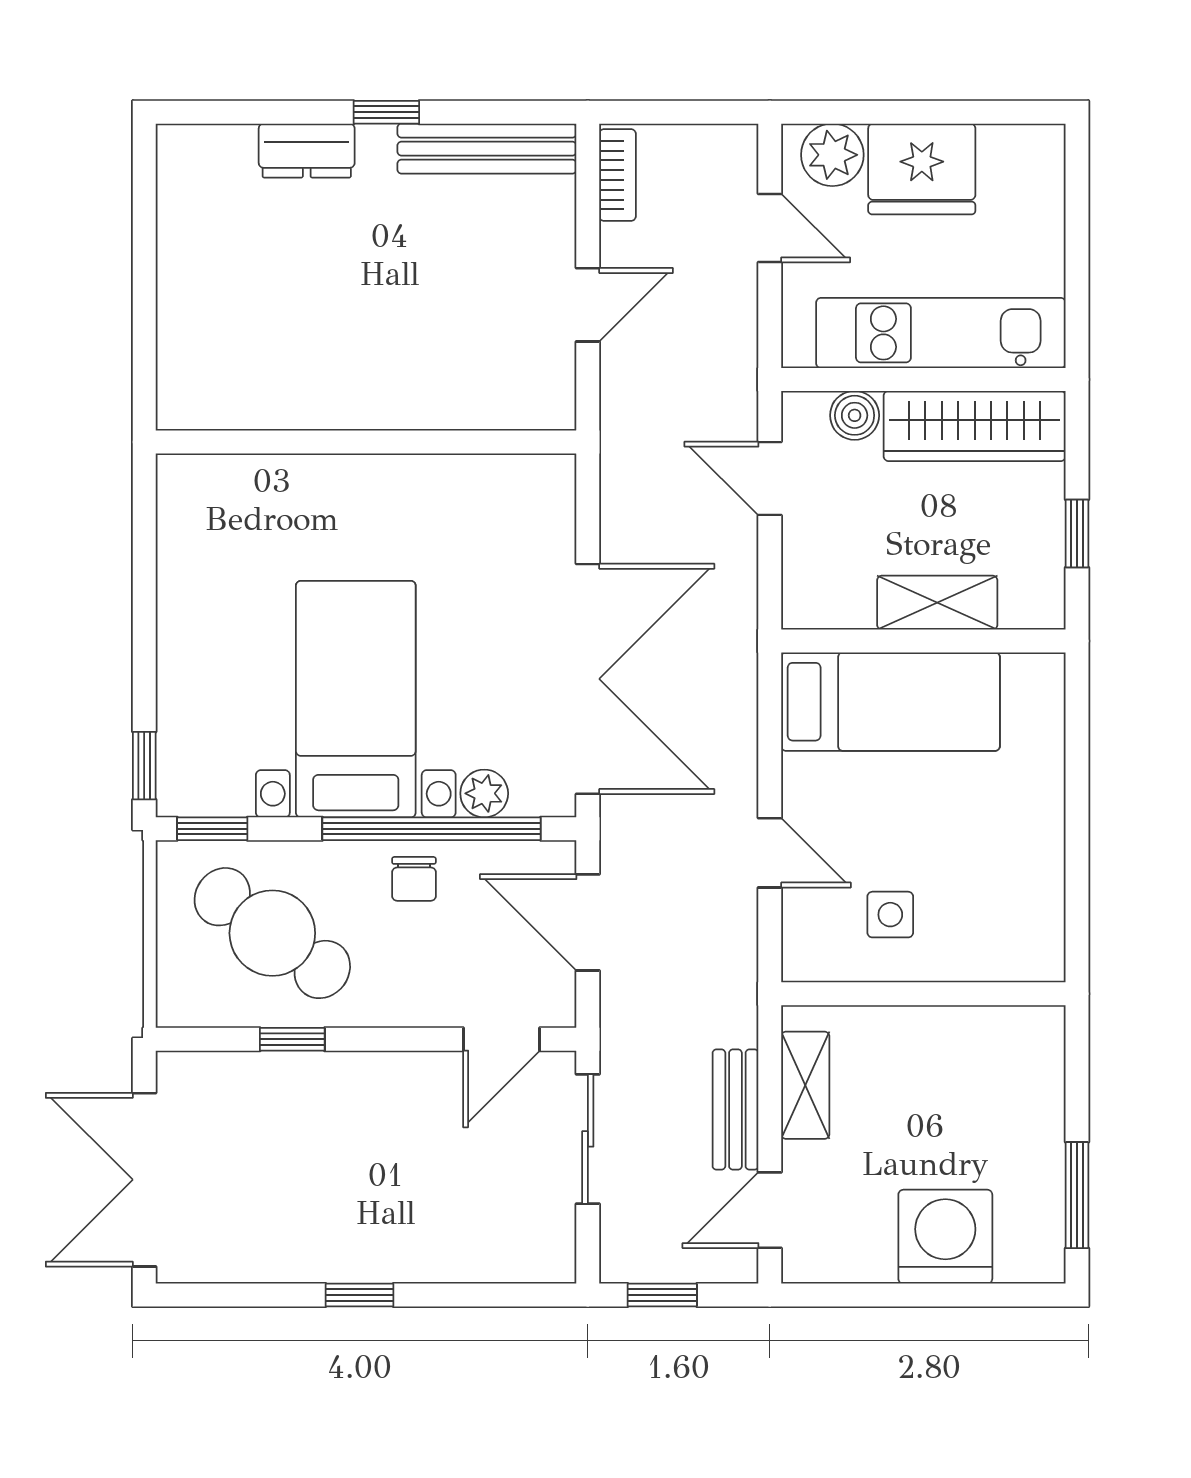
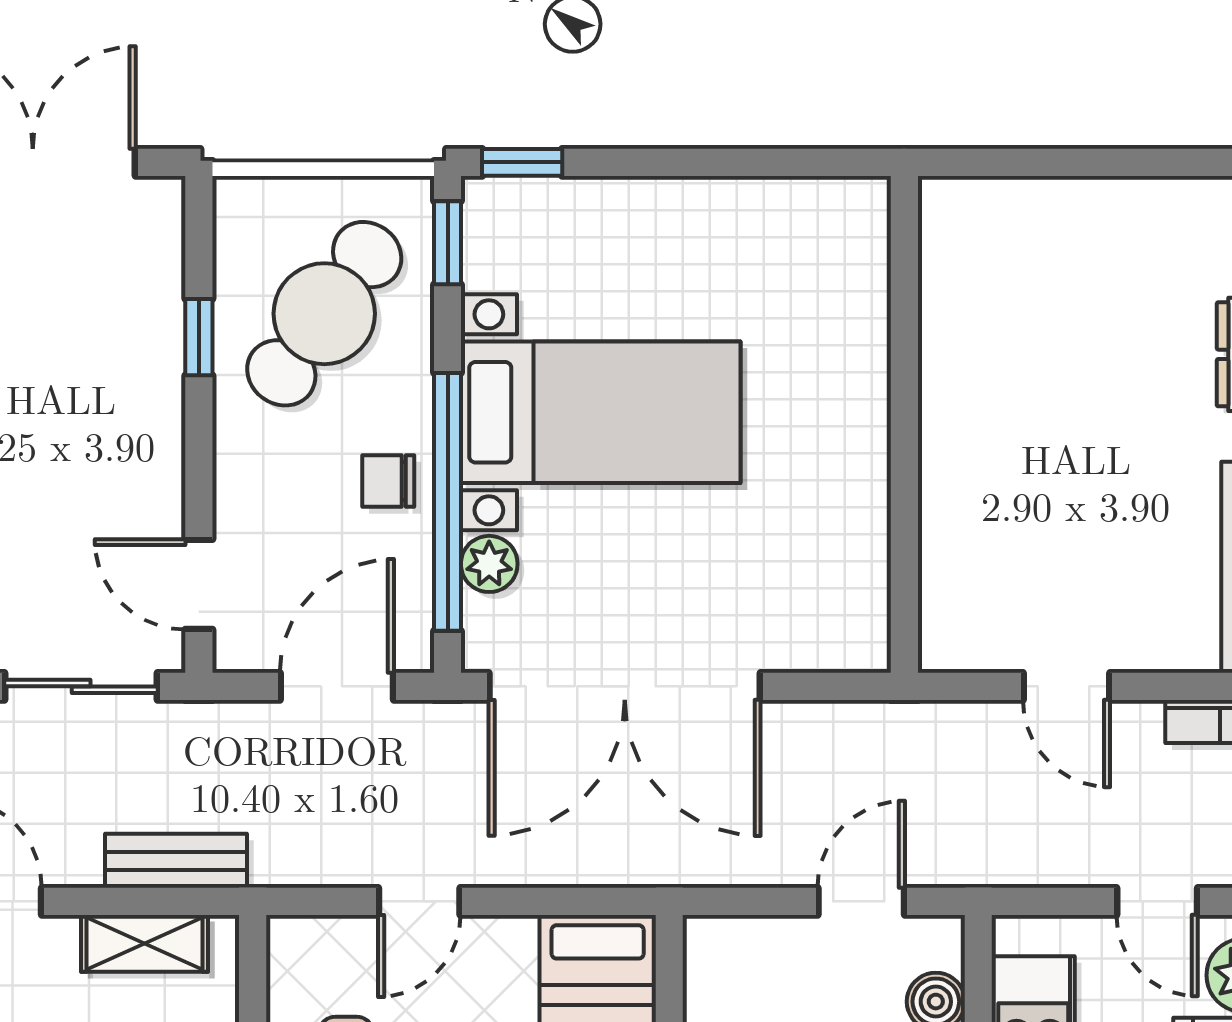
door: (770, 228) -> (1157, 901), hinge flipped
bench: (735, 1110) -> (176, 861), moved

